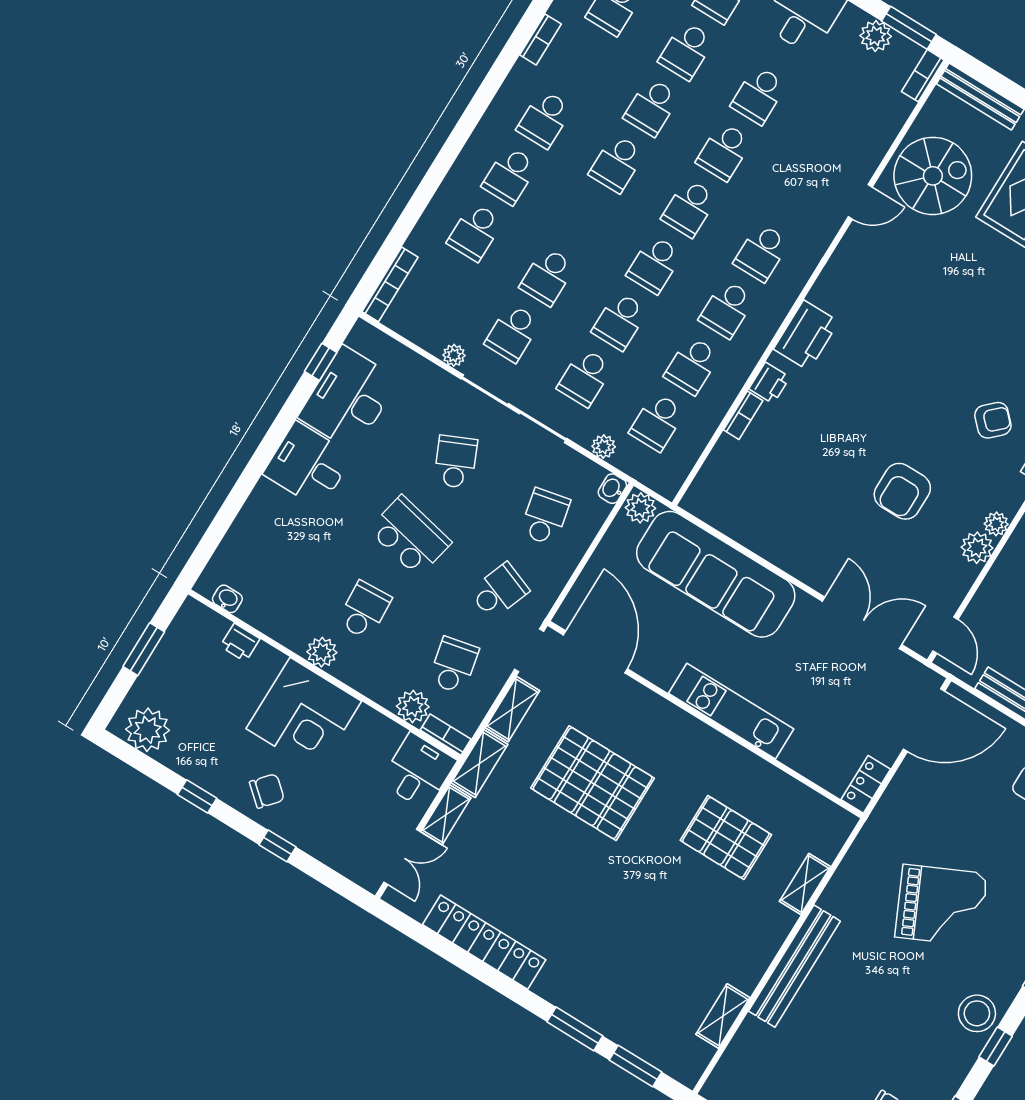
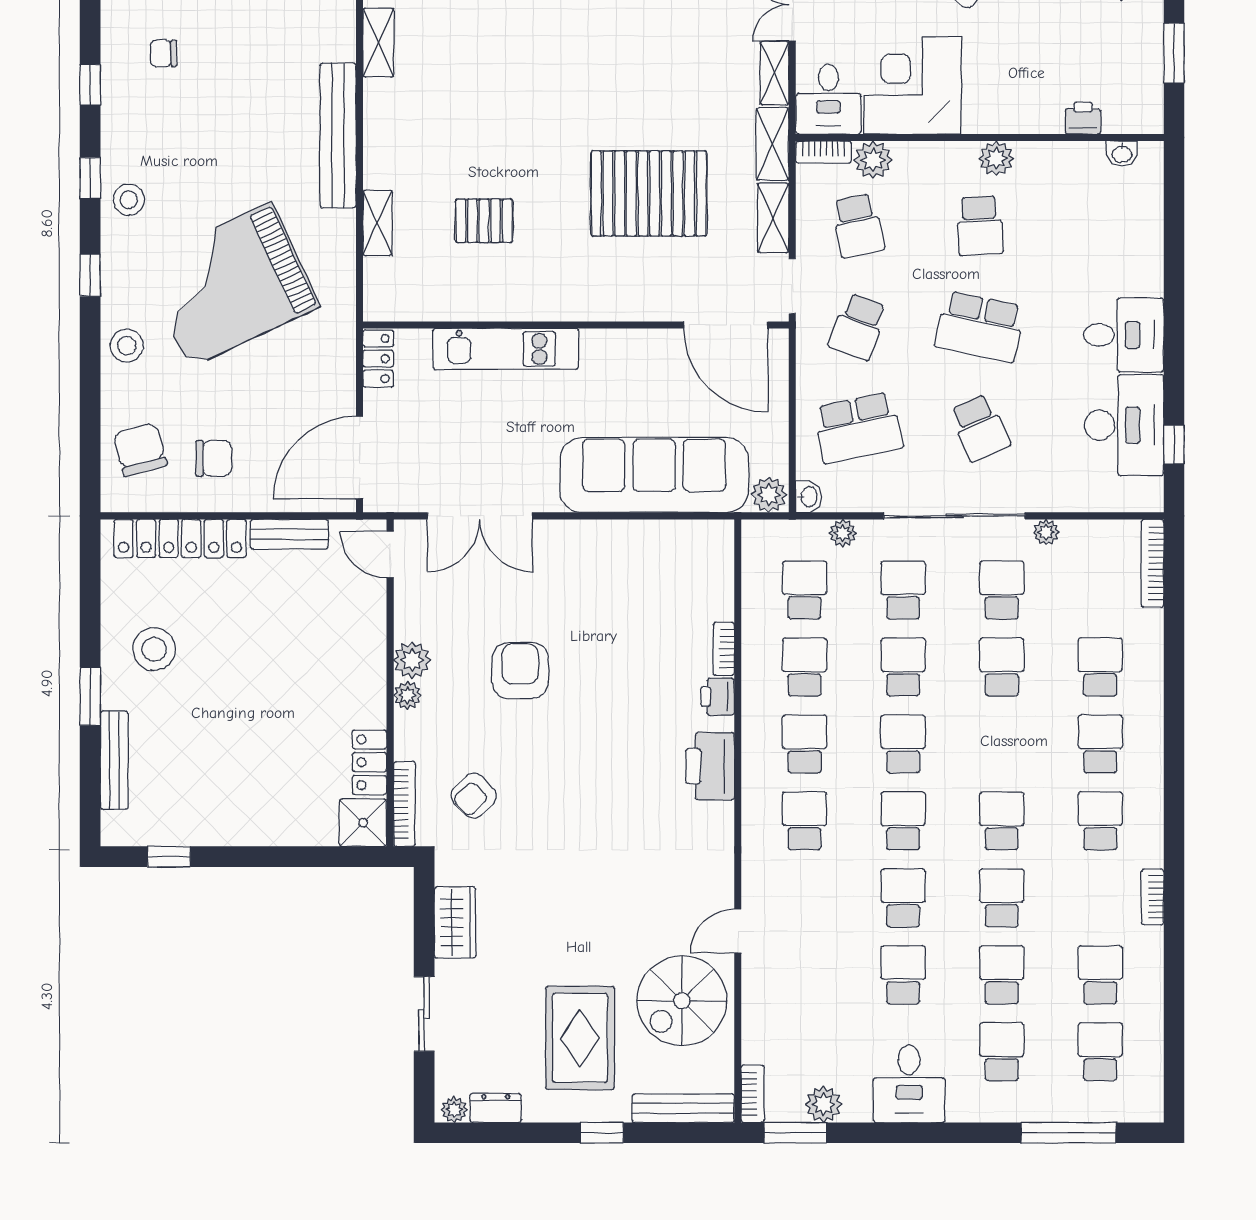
school desk: (545, 517) -> (858, 428), width x1.85
kitchen unit: (731, 711) -> (506, 349), moved
corner desk: (304, 715) -> (912, 85), moved
pallet: (726, 838) -> (484, 221), width x0.67, depth x0.71
grand piano: (941, 905) -> (230, 285), width x1.37, depth x1.48
stool: (977, 1013) -> (129, 200), width x0.73, depth x0.73

